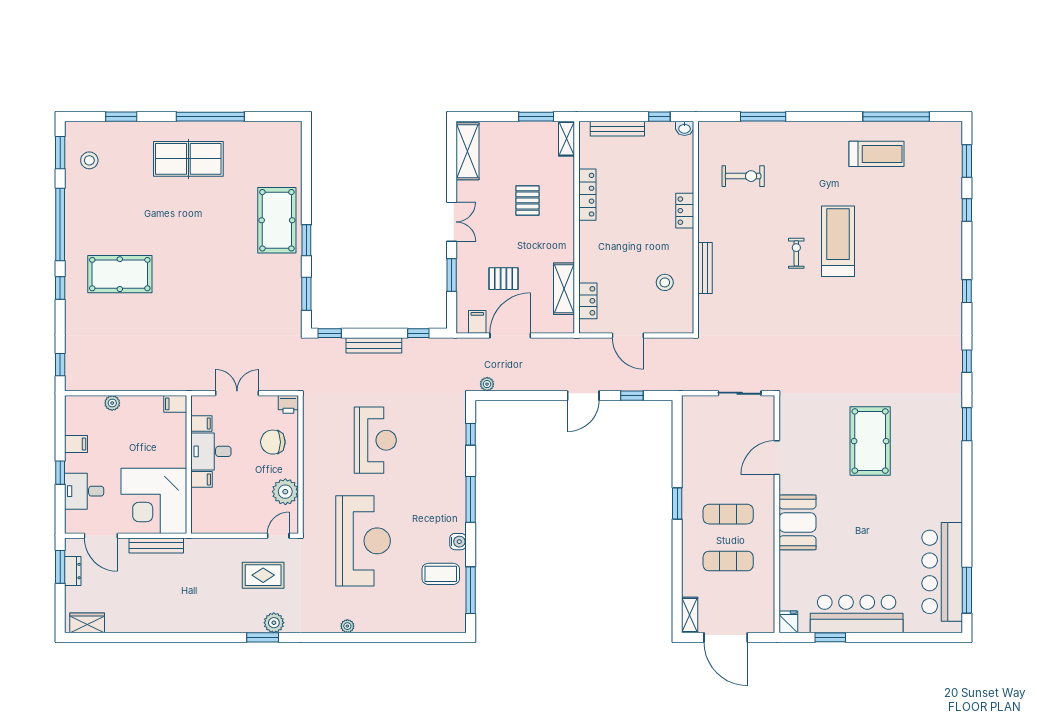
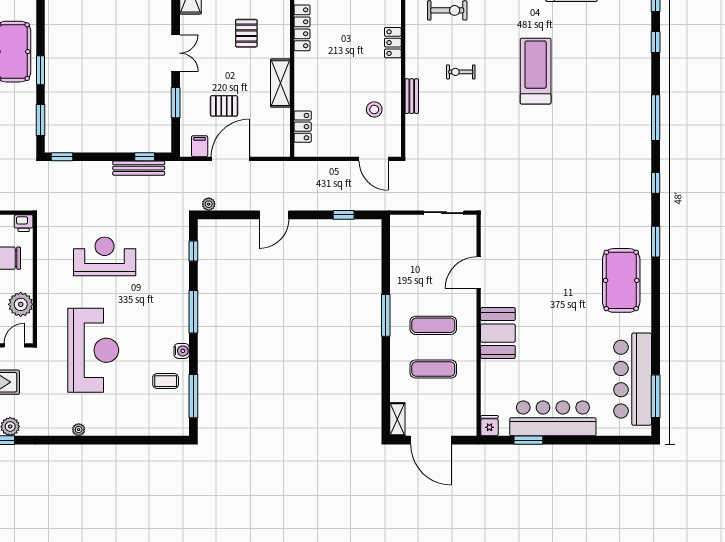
exercise bike: (796, 253) -> (461, 72), moved, turned -90
bench: (705, 268) -> (412, 96), width x0.73
shelving: (564, 289) -> (280, 83), moved
window: (967, 291) -> (656, 118), width x2.17
door: (628, 335) -> (374, 159), moved
bench: (374, 345) -> (139, 168), moved
door: (583, 396) -> (274, 215), moved
reception desk: (375, 440) -> (105, 256), turned -90
pool table: (870, 441) -> (621, 280), moved
window: (677, 503) -> (386, 315), width x1.44
coffee table: (441, 574) -> (166, 381), width x0.73, depth x0.77

